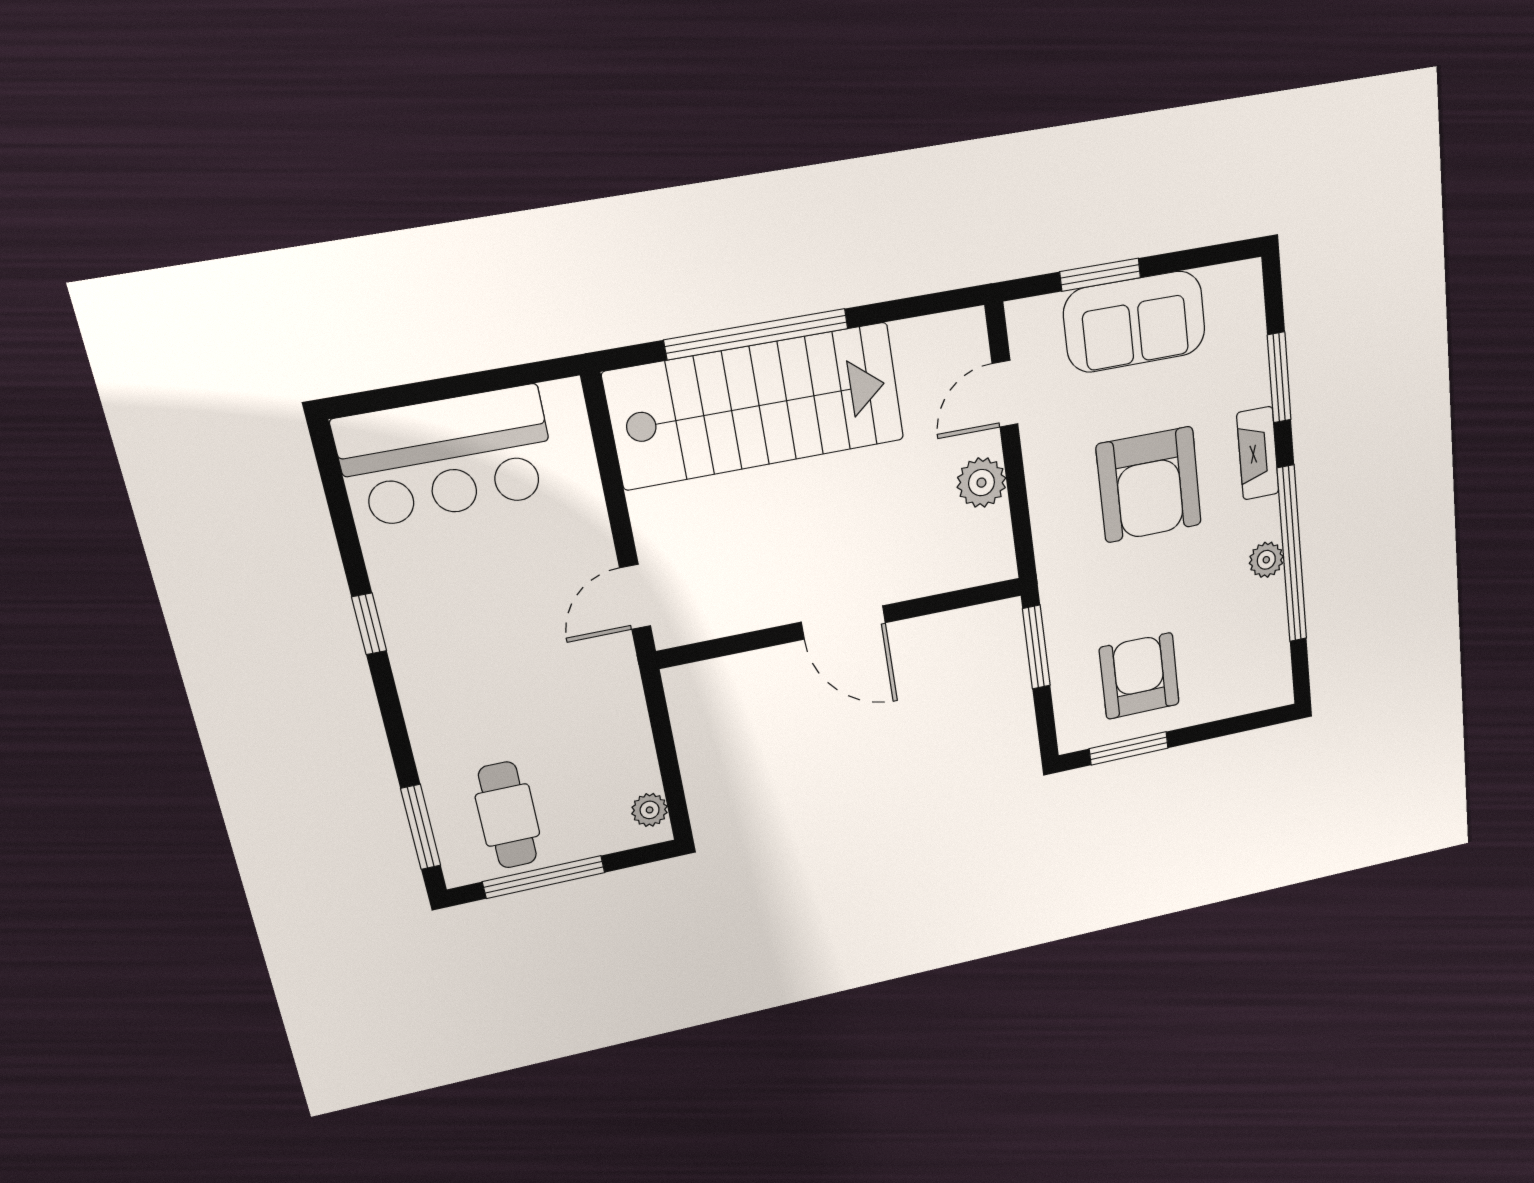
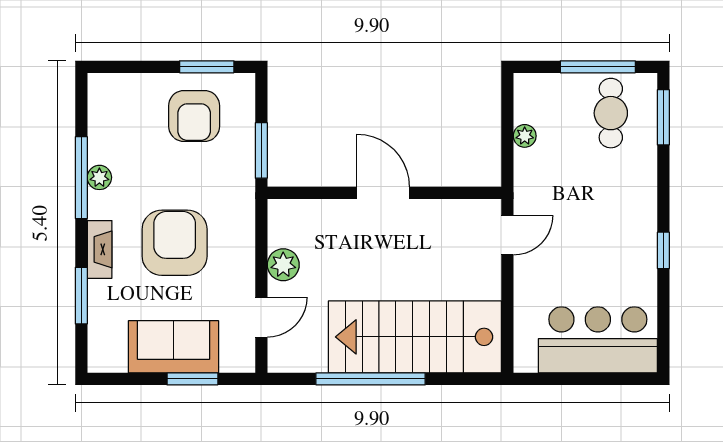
window: (756, 334) -> (371, 379), moved
window: (1292, 554) -> (81, 178), width x0.68
plant: (650, 810) -> (525, 136), moved

